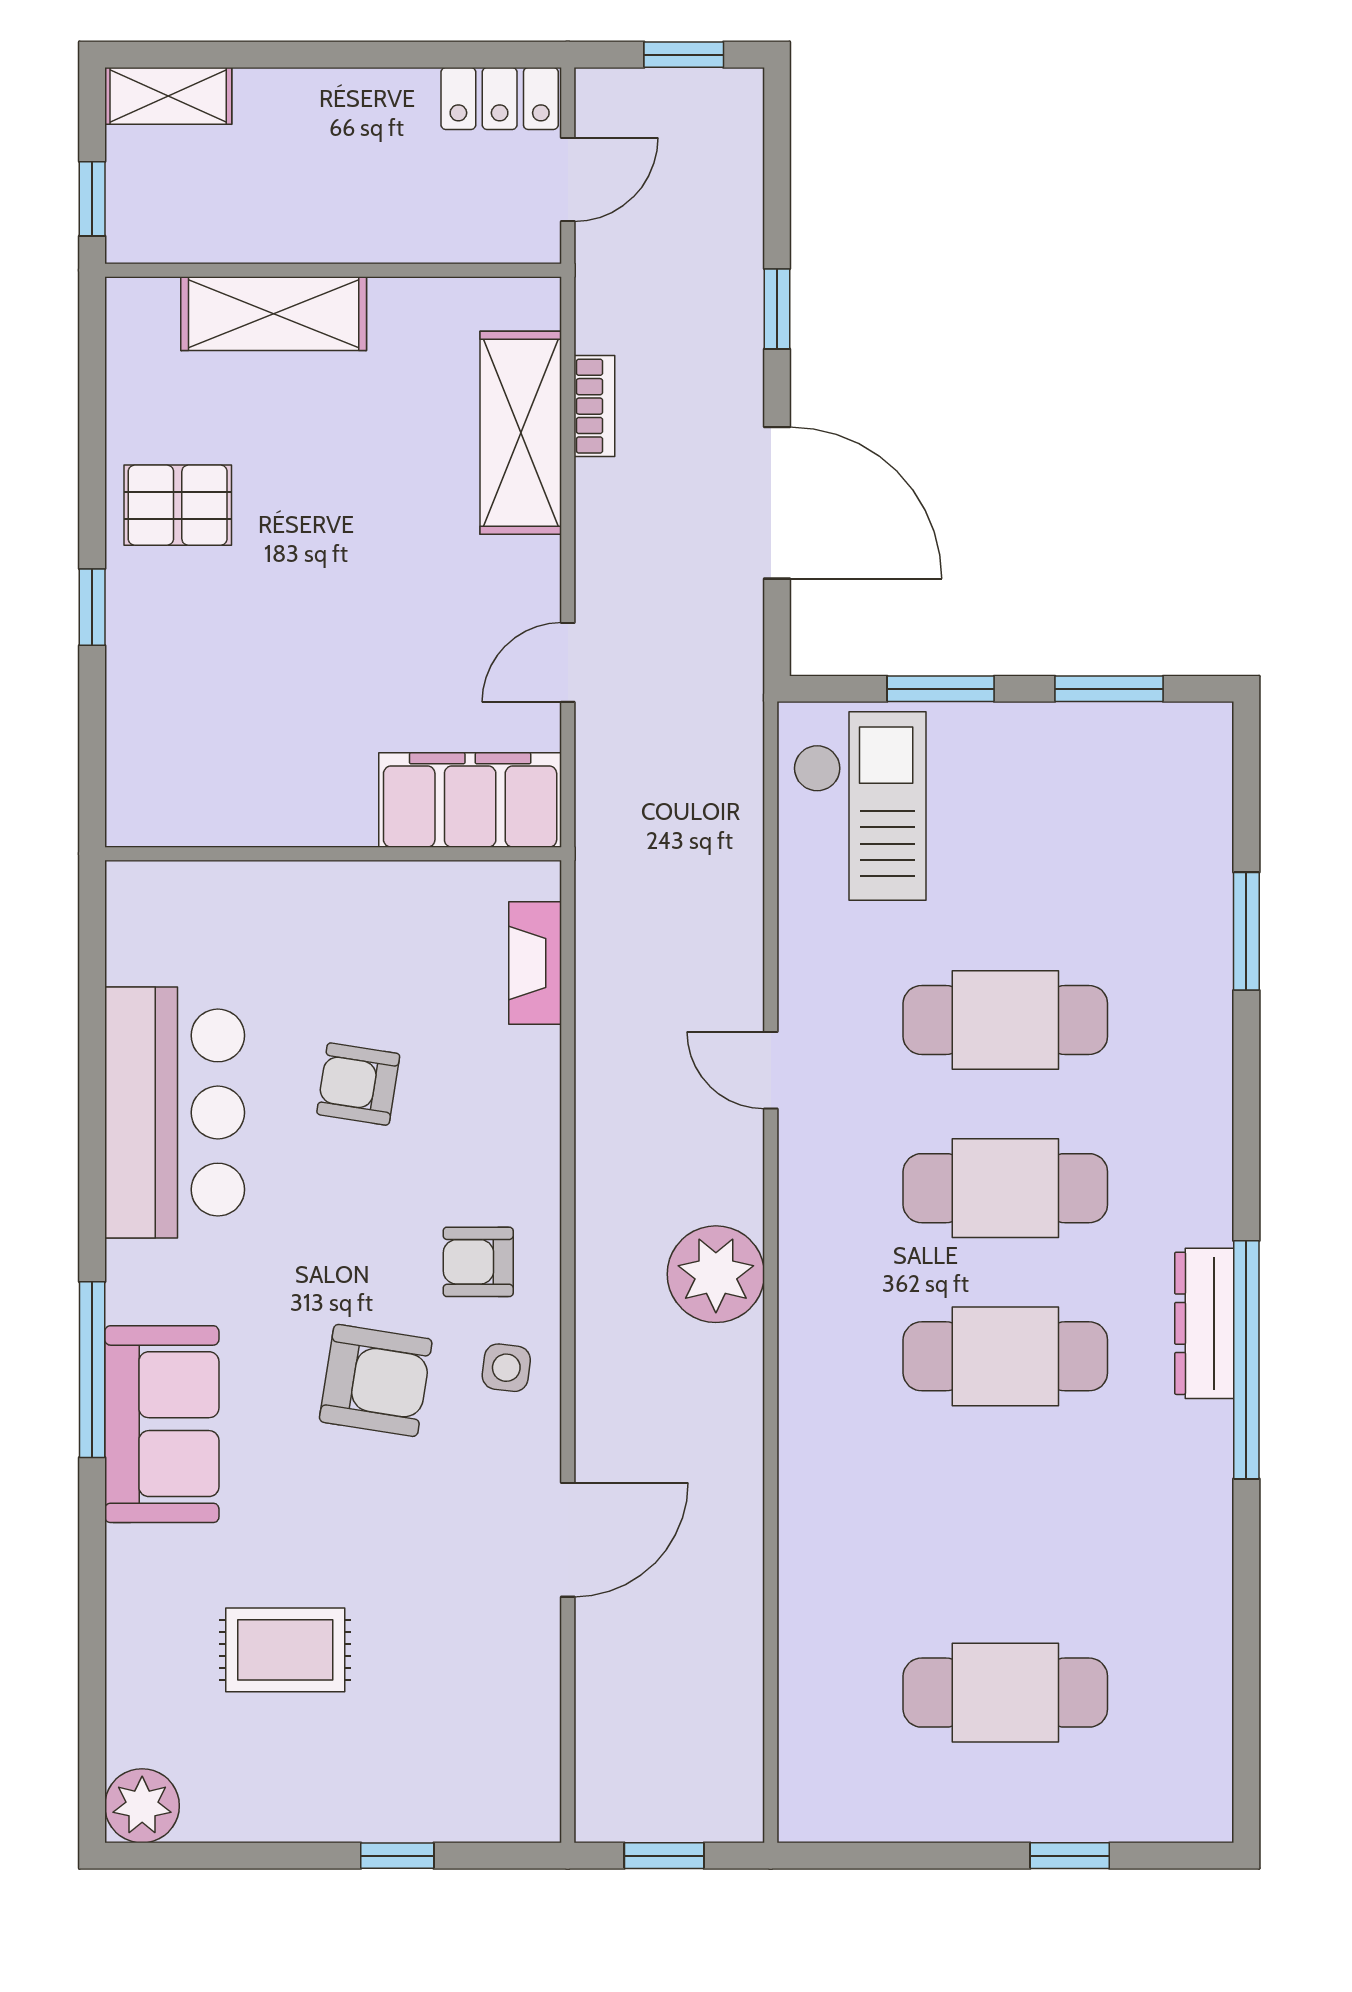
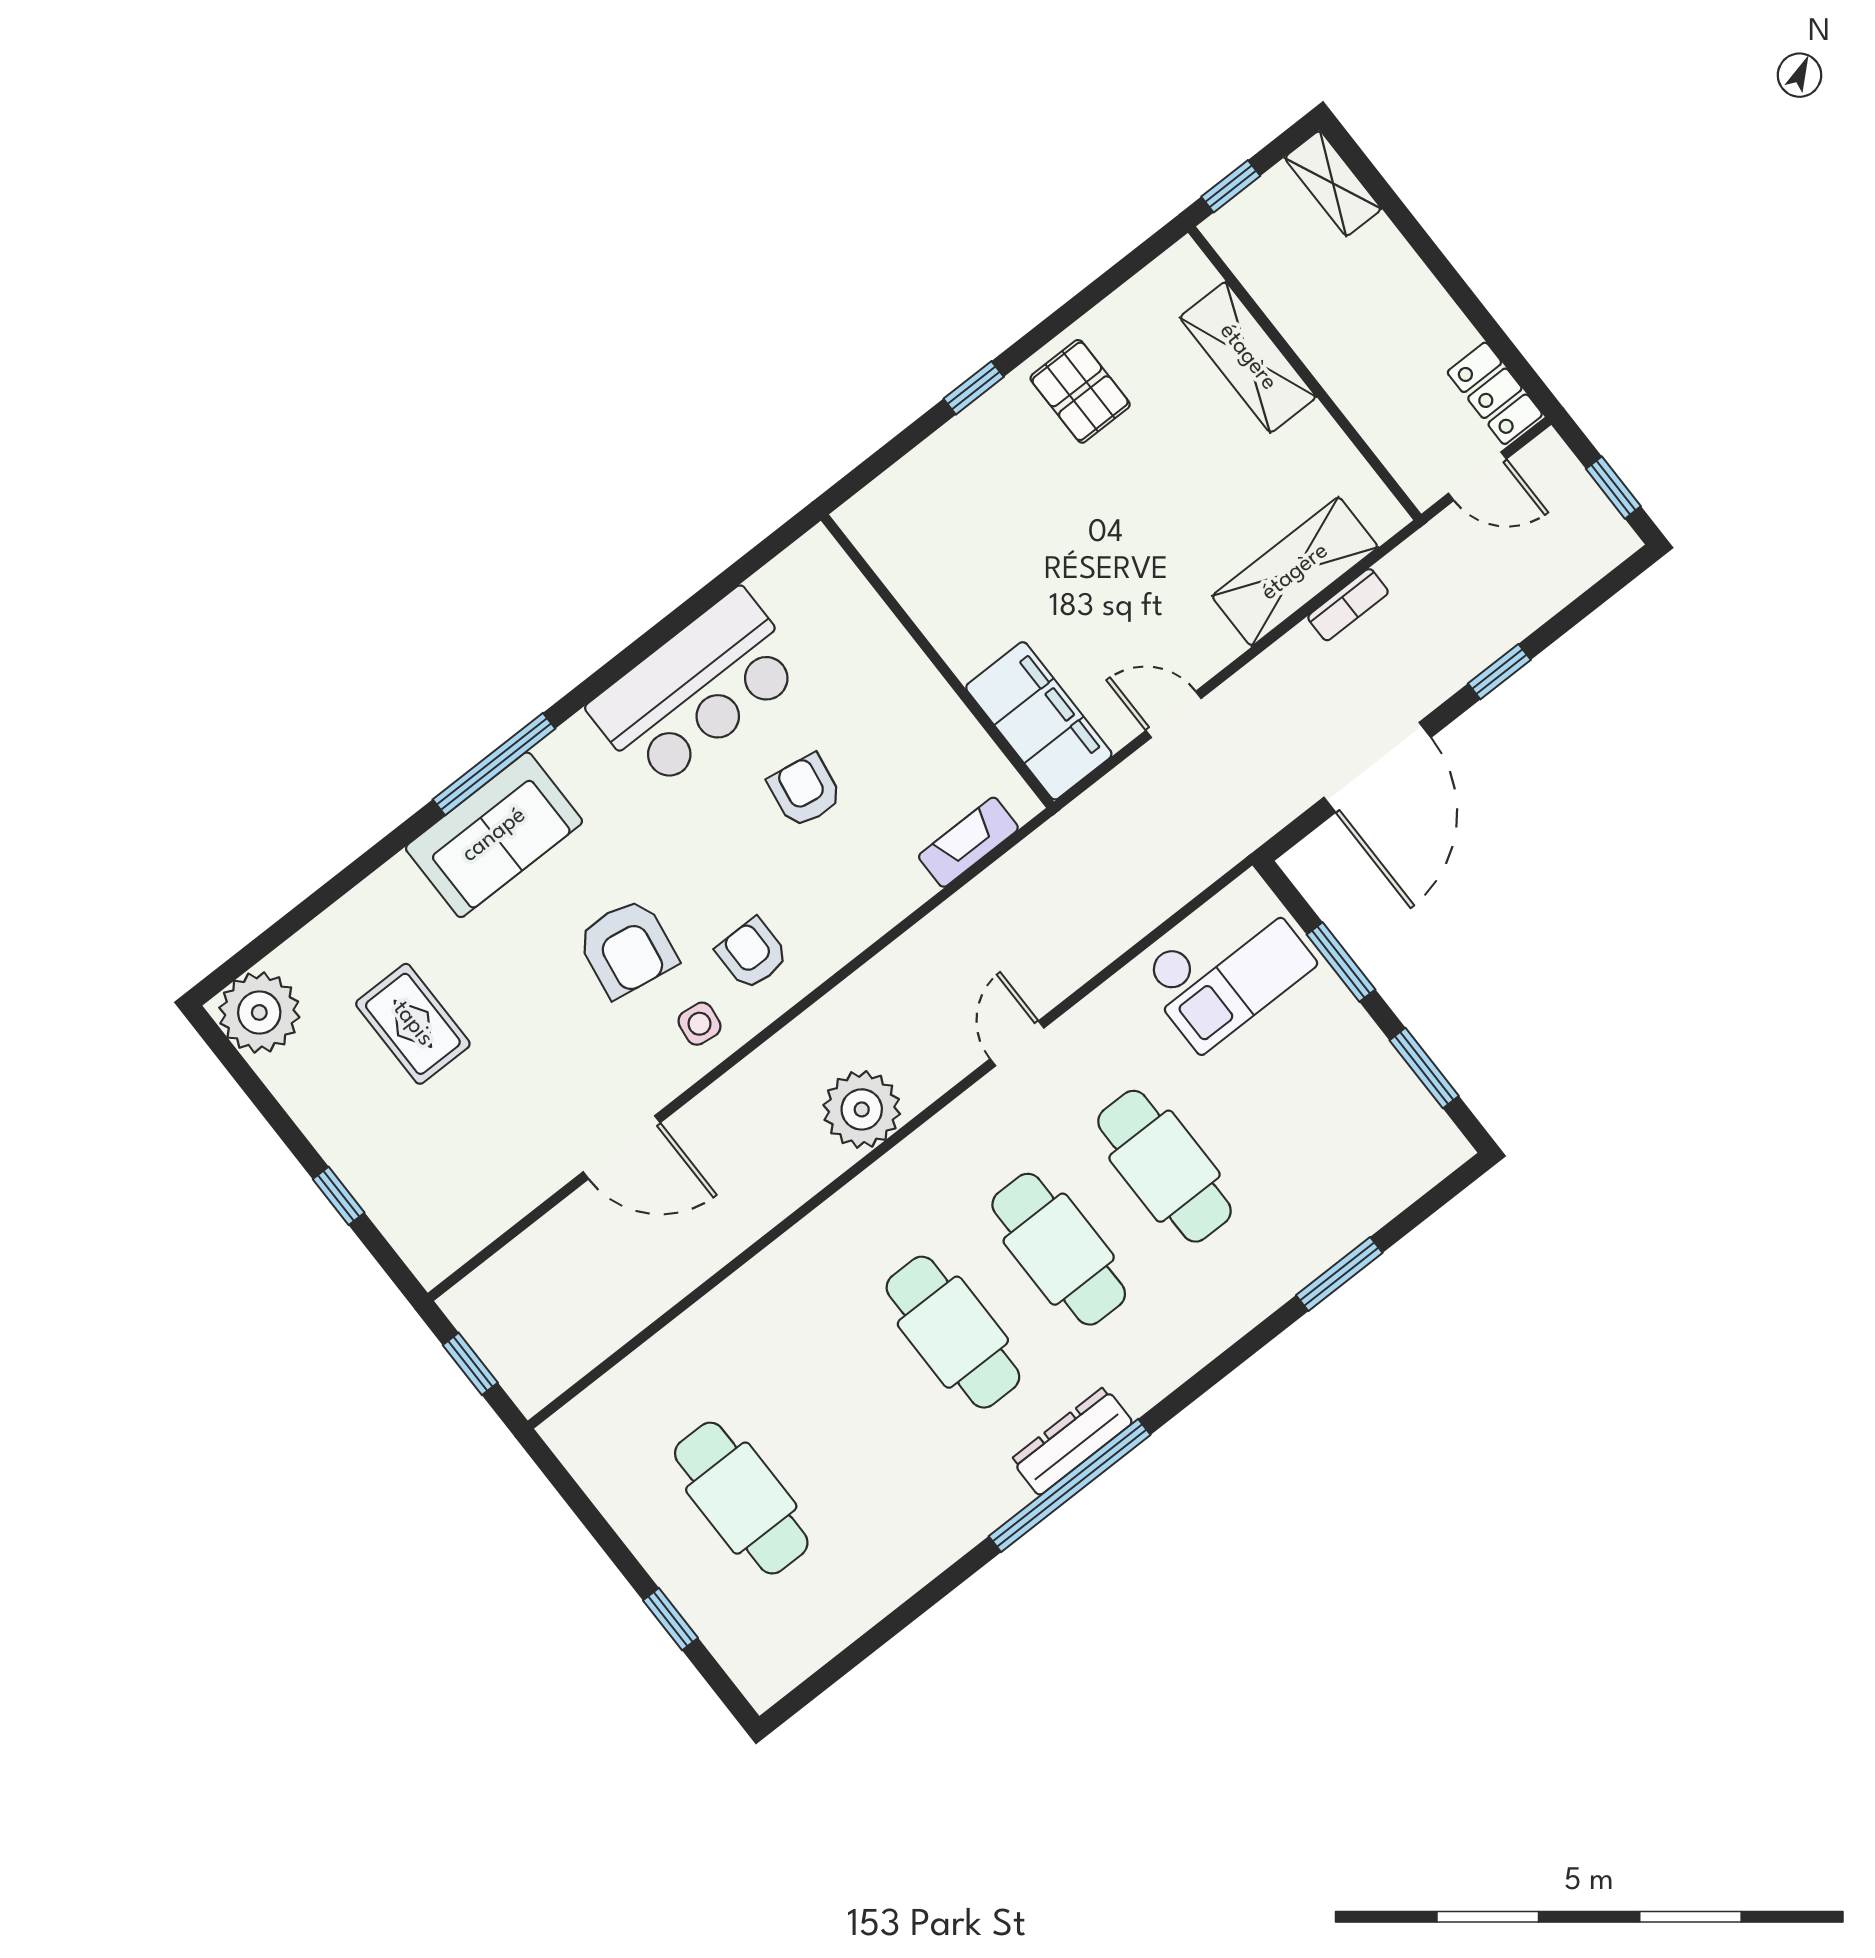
plant: (142, 1806) -> (259, 1012), width x1.36, depth x1.36

